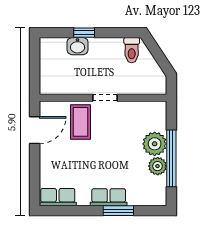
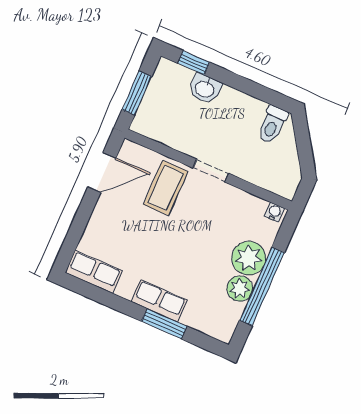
window: (84, 33) -> (194, 63), moved
window: (35, 68) -> (137, 93), added
water cooler: (158, 106) -> (274, 212), added

